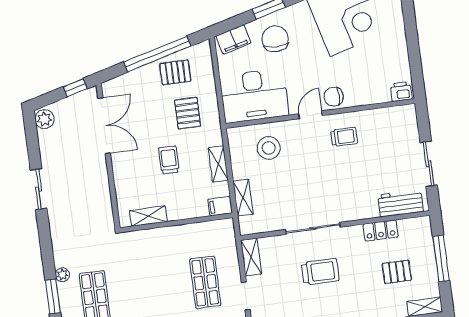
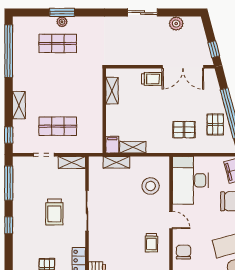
chair: (334, 97) -> (183, 252), moved
plant: (44, 119) -> (176, 24), moved
trolley: (169, 160) -> (152, 79), moved
shelving: (218, 164) -> (133, 147), moved
plant: (62, 275) -> (62, 22), moved

